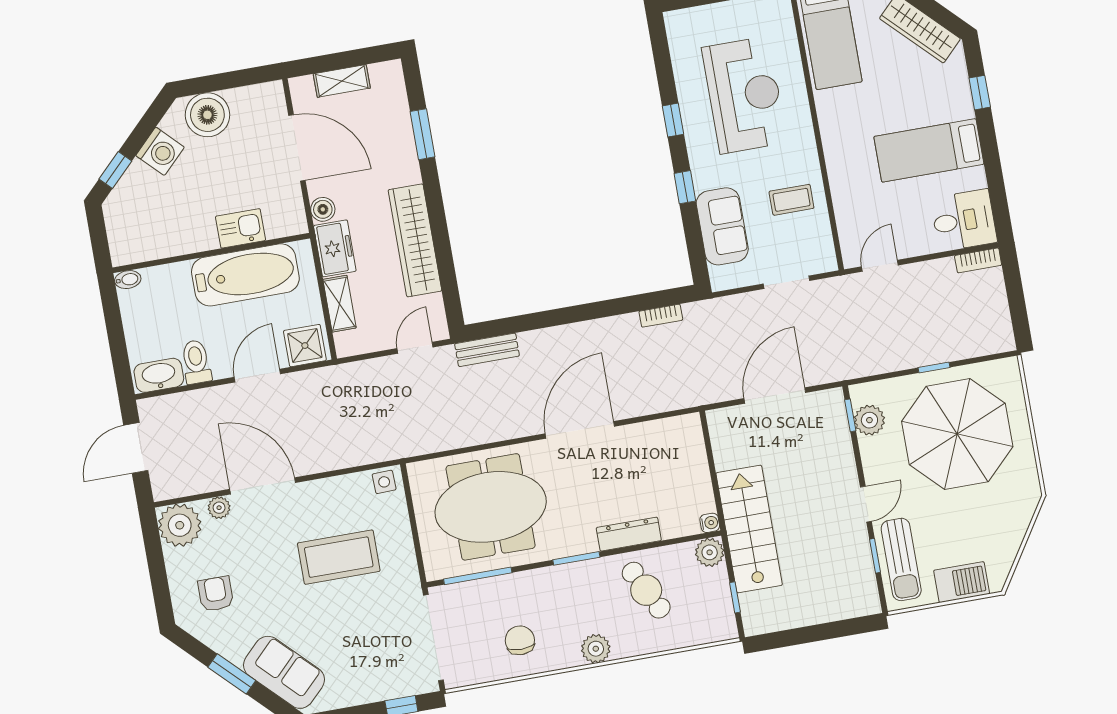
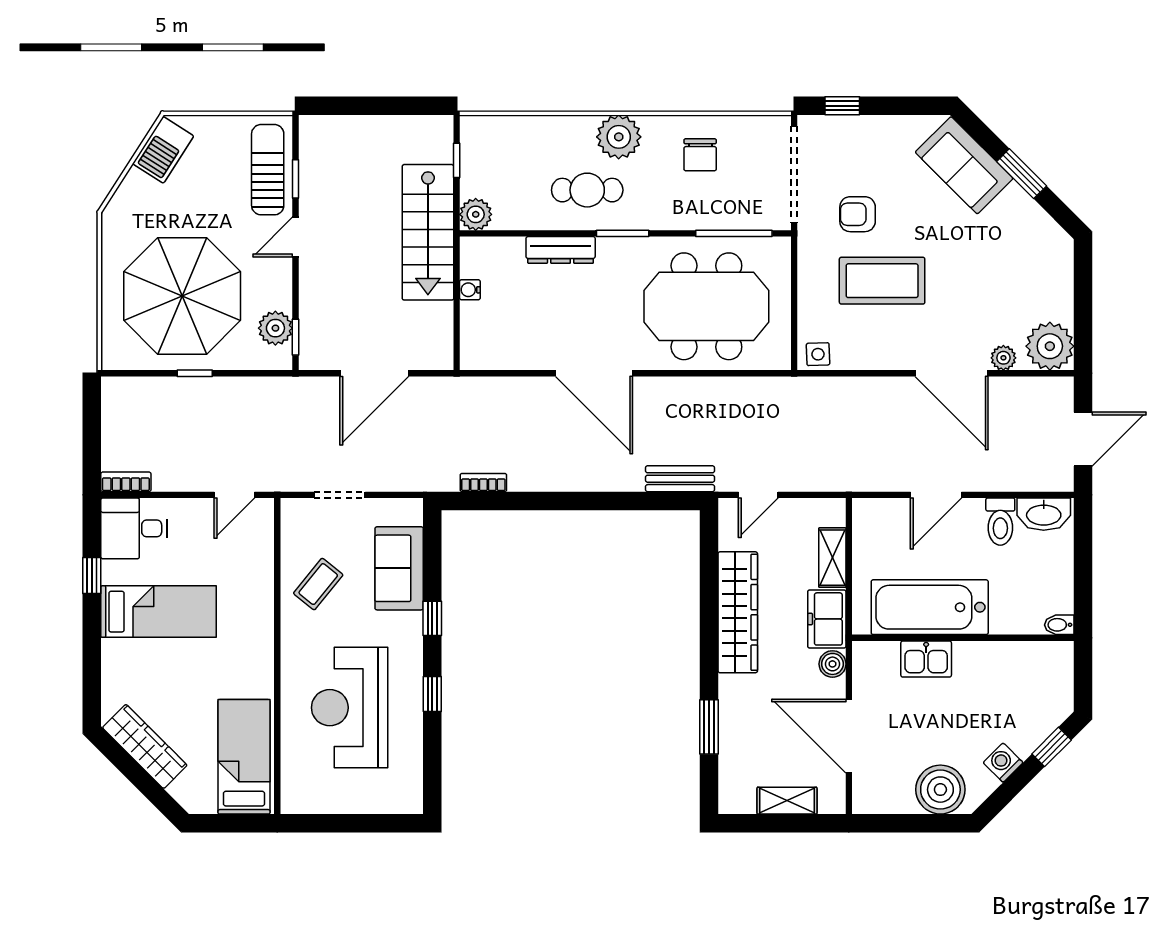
window: (980, 93) -> (92, 575), moved
washing machine: (160, 151) -> (1003, 763), width x0.73, depth x0.73
coffee table: (791, 200) -> (318, 584), turned -51
shower: (305, 346) -> (878, 519), removed
door: (580, 430) -> (594, 373), hinge flipped
water cooler: (710, 523) -> (470, 290), moved
barbecue: (962, 582) -> (163, 150), moved, turned -57
cafe table: (646, 590) -> (587, 190), moved, turned -63
armchair: (216, 594) -> (858, 214), moved, turned 90
plant: (596, 649) -> (619, 137), width x1.36, depth x1.36

